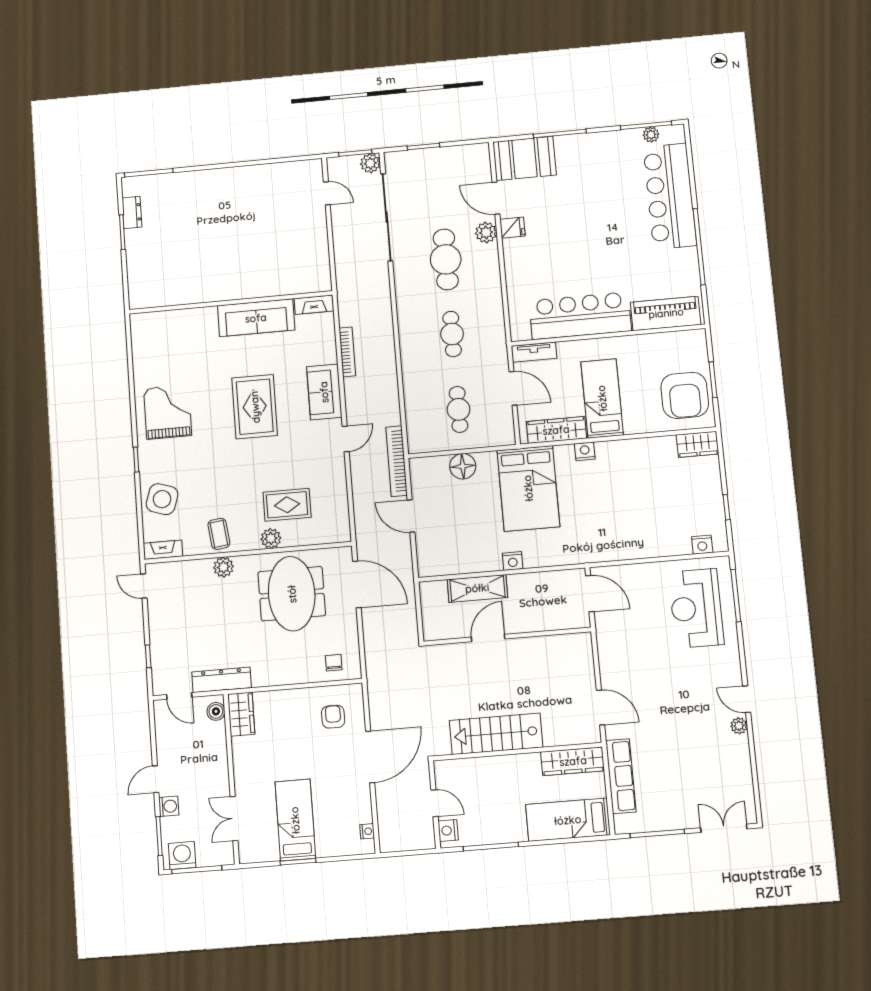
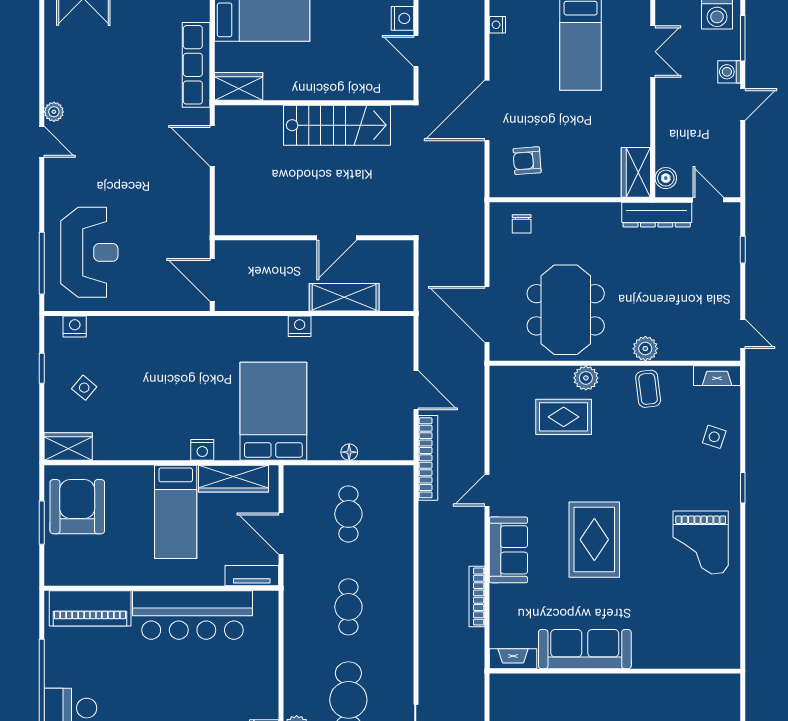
floor lamp: (463, 466) -> (349, 452), width x0.53, depth x0.53
side table: (689, 494) -> (84, 388), added
side table: (162, 499) -> (714, 437), width x0.54, depth x0.54
armchair: (333, 717) -> (527, 161), turned 86
wardrobe: (573, 761) -> (239, 86), width x0.67

